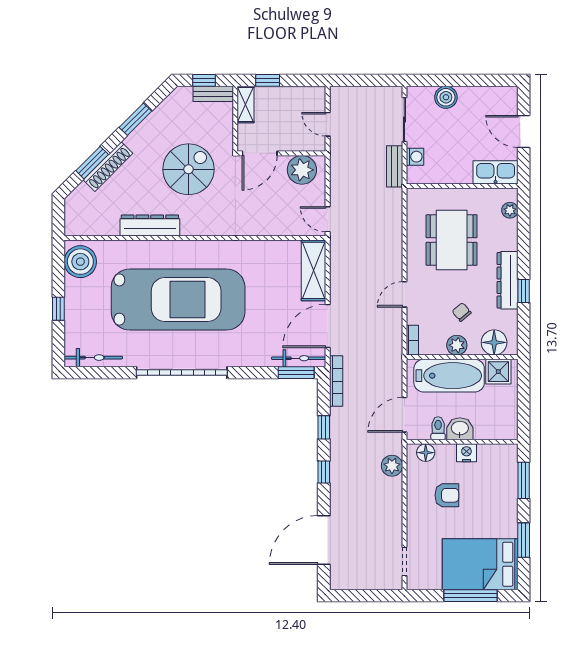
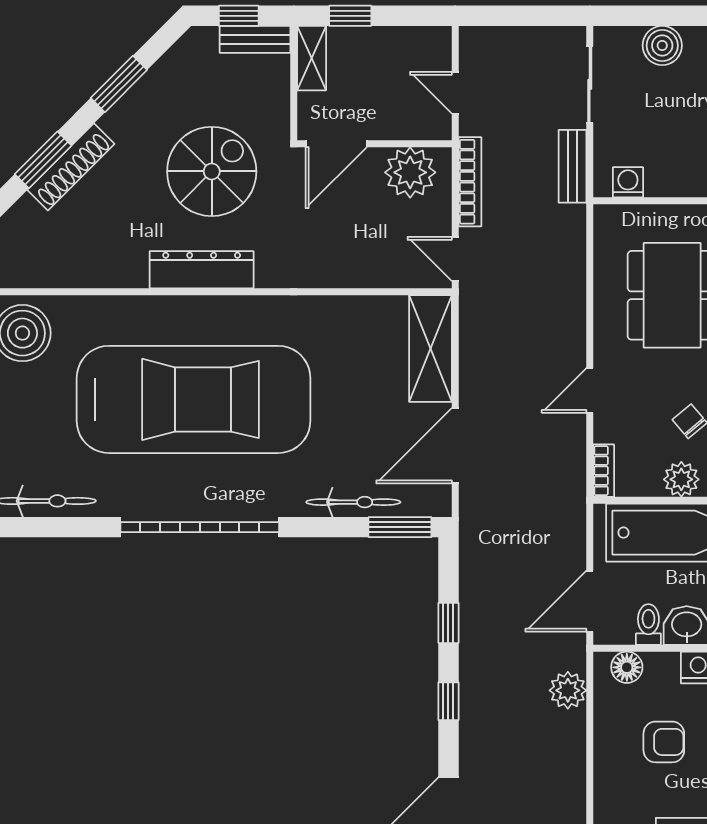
washing machine: (415, 157) -> (628, 182), moved, turned -90
dresser: (150, 225) -> (202, 270), moved
bicycle: (299, 358) -> (353, 502), moved
bookcase: (336, 381) -> (470, 182), moved

